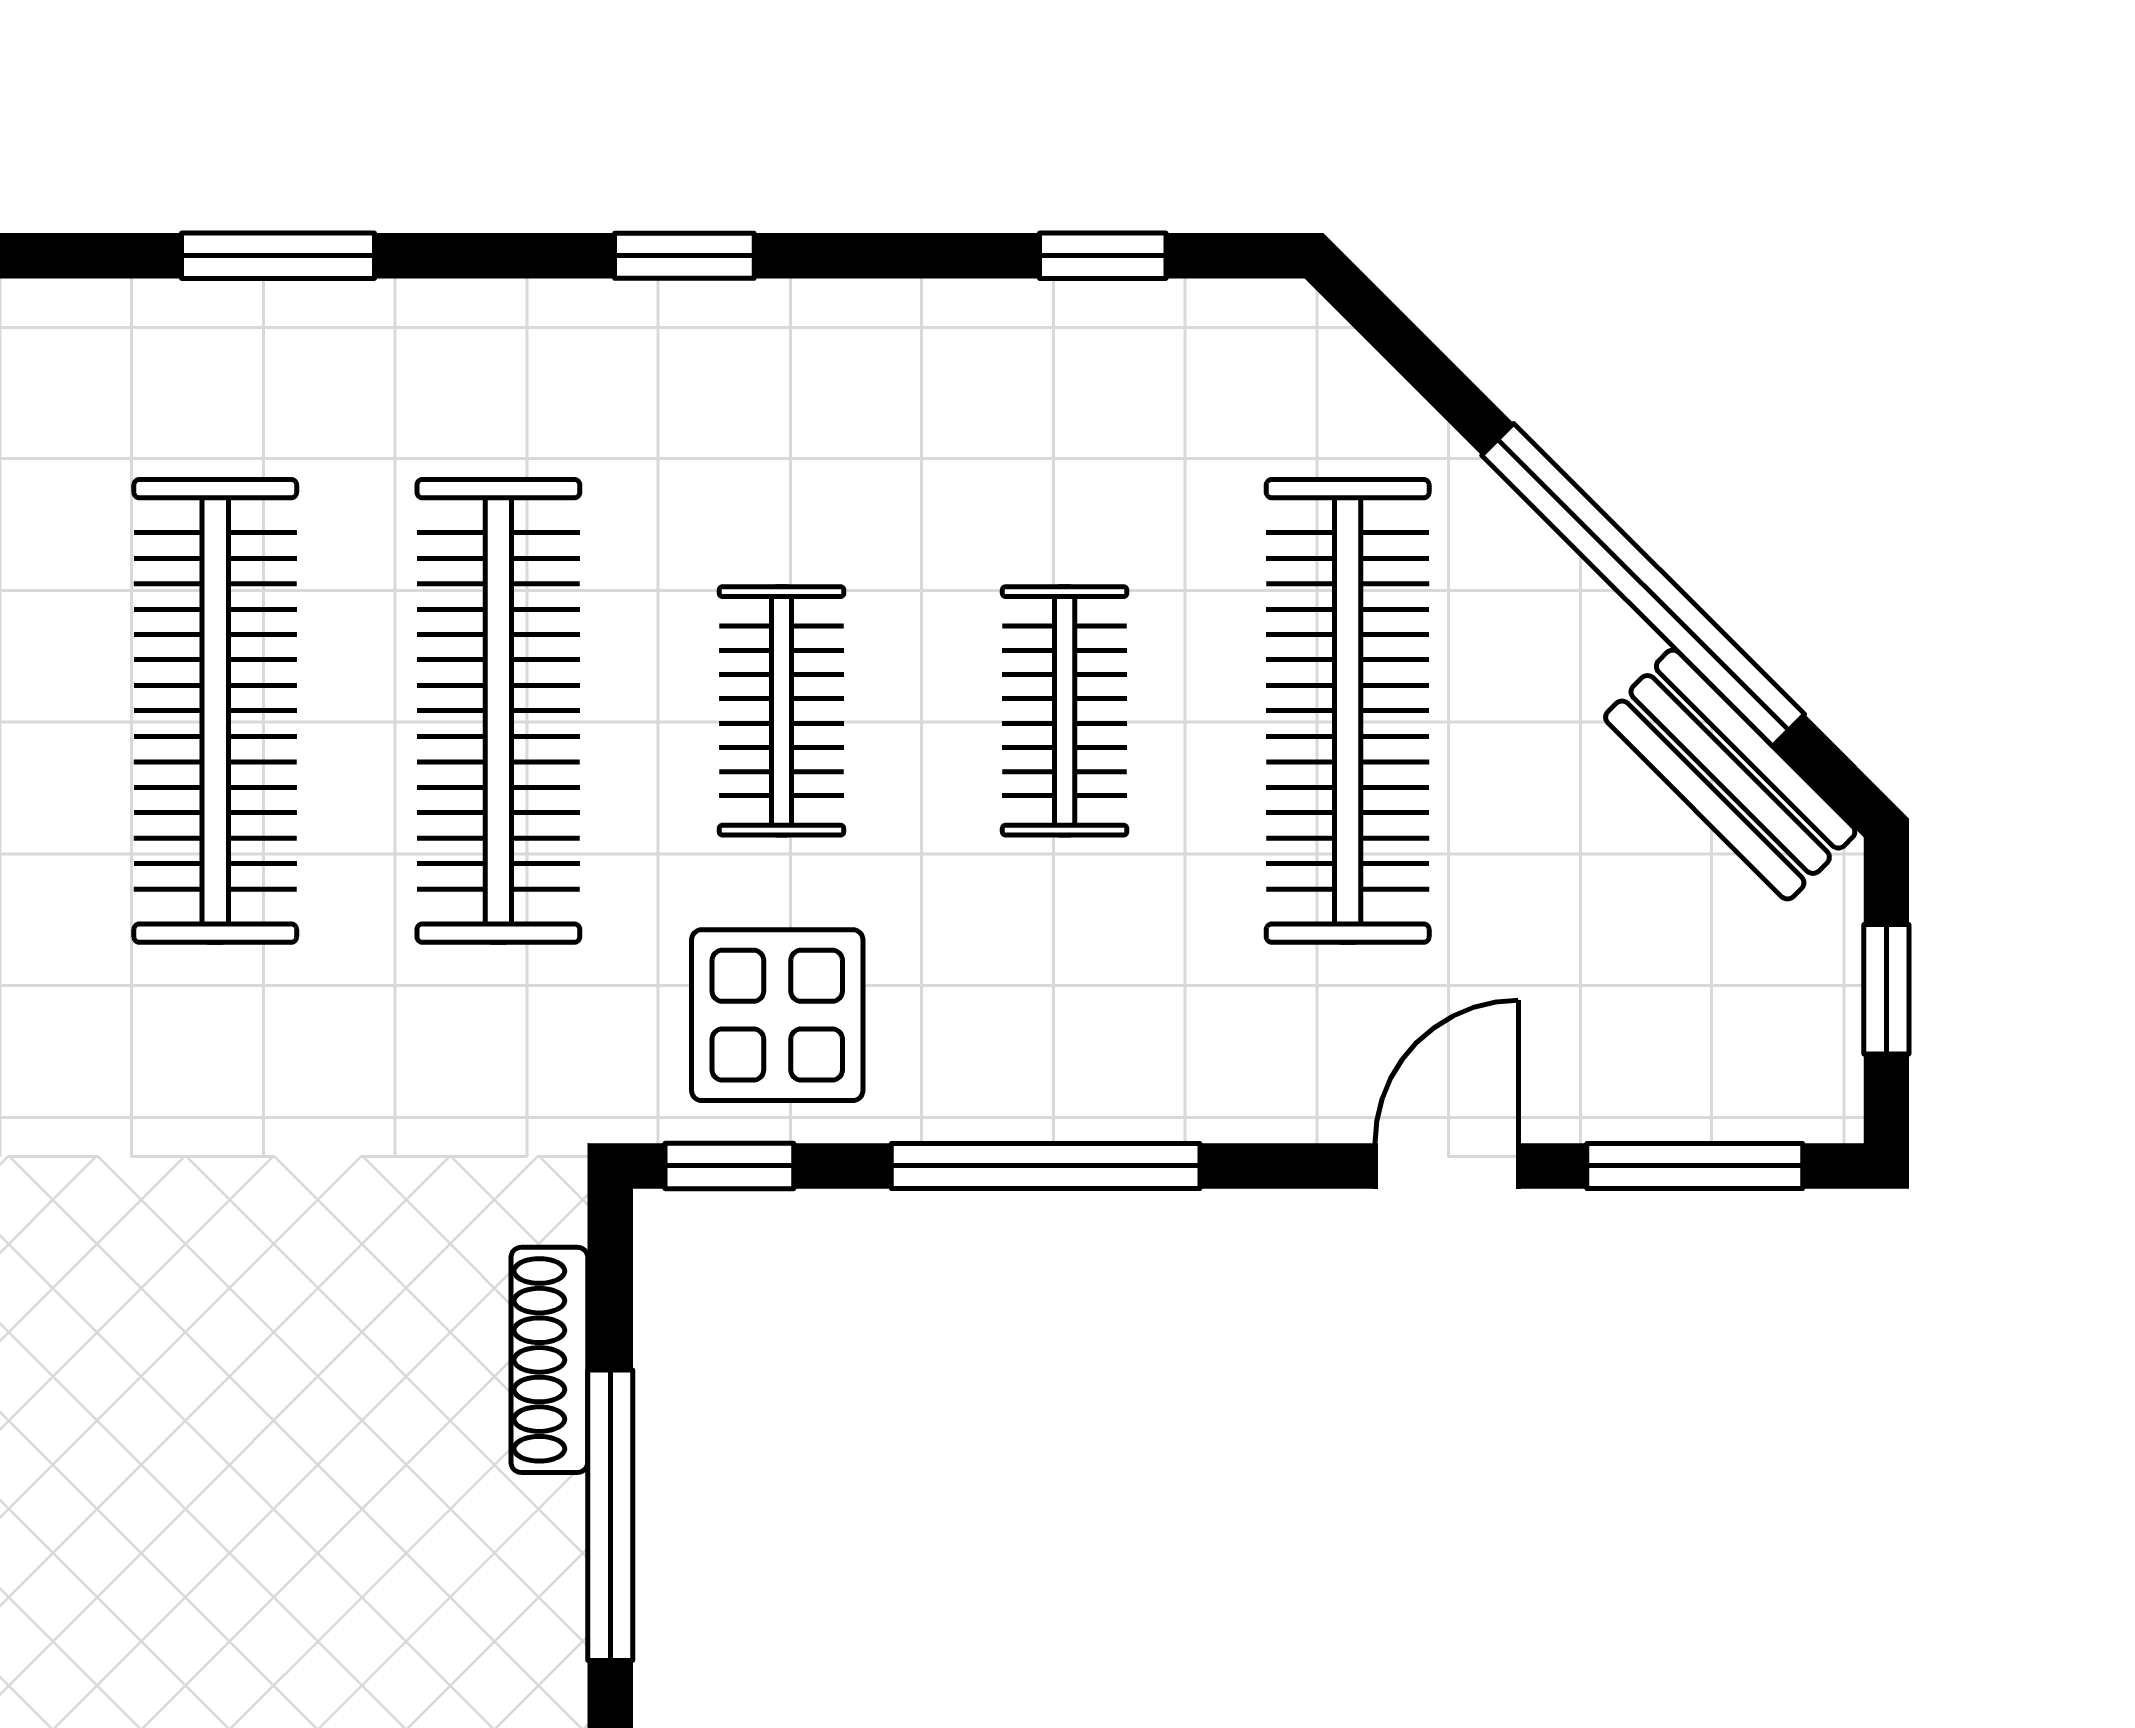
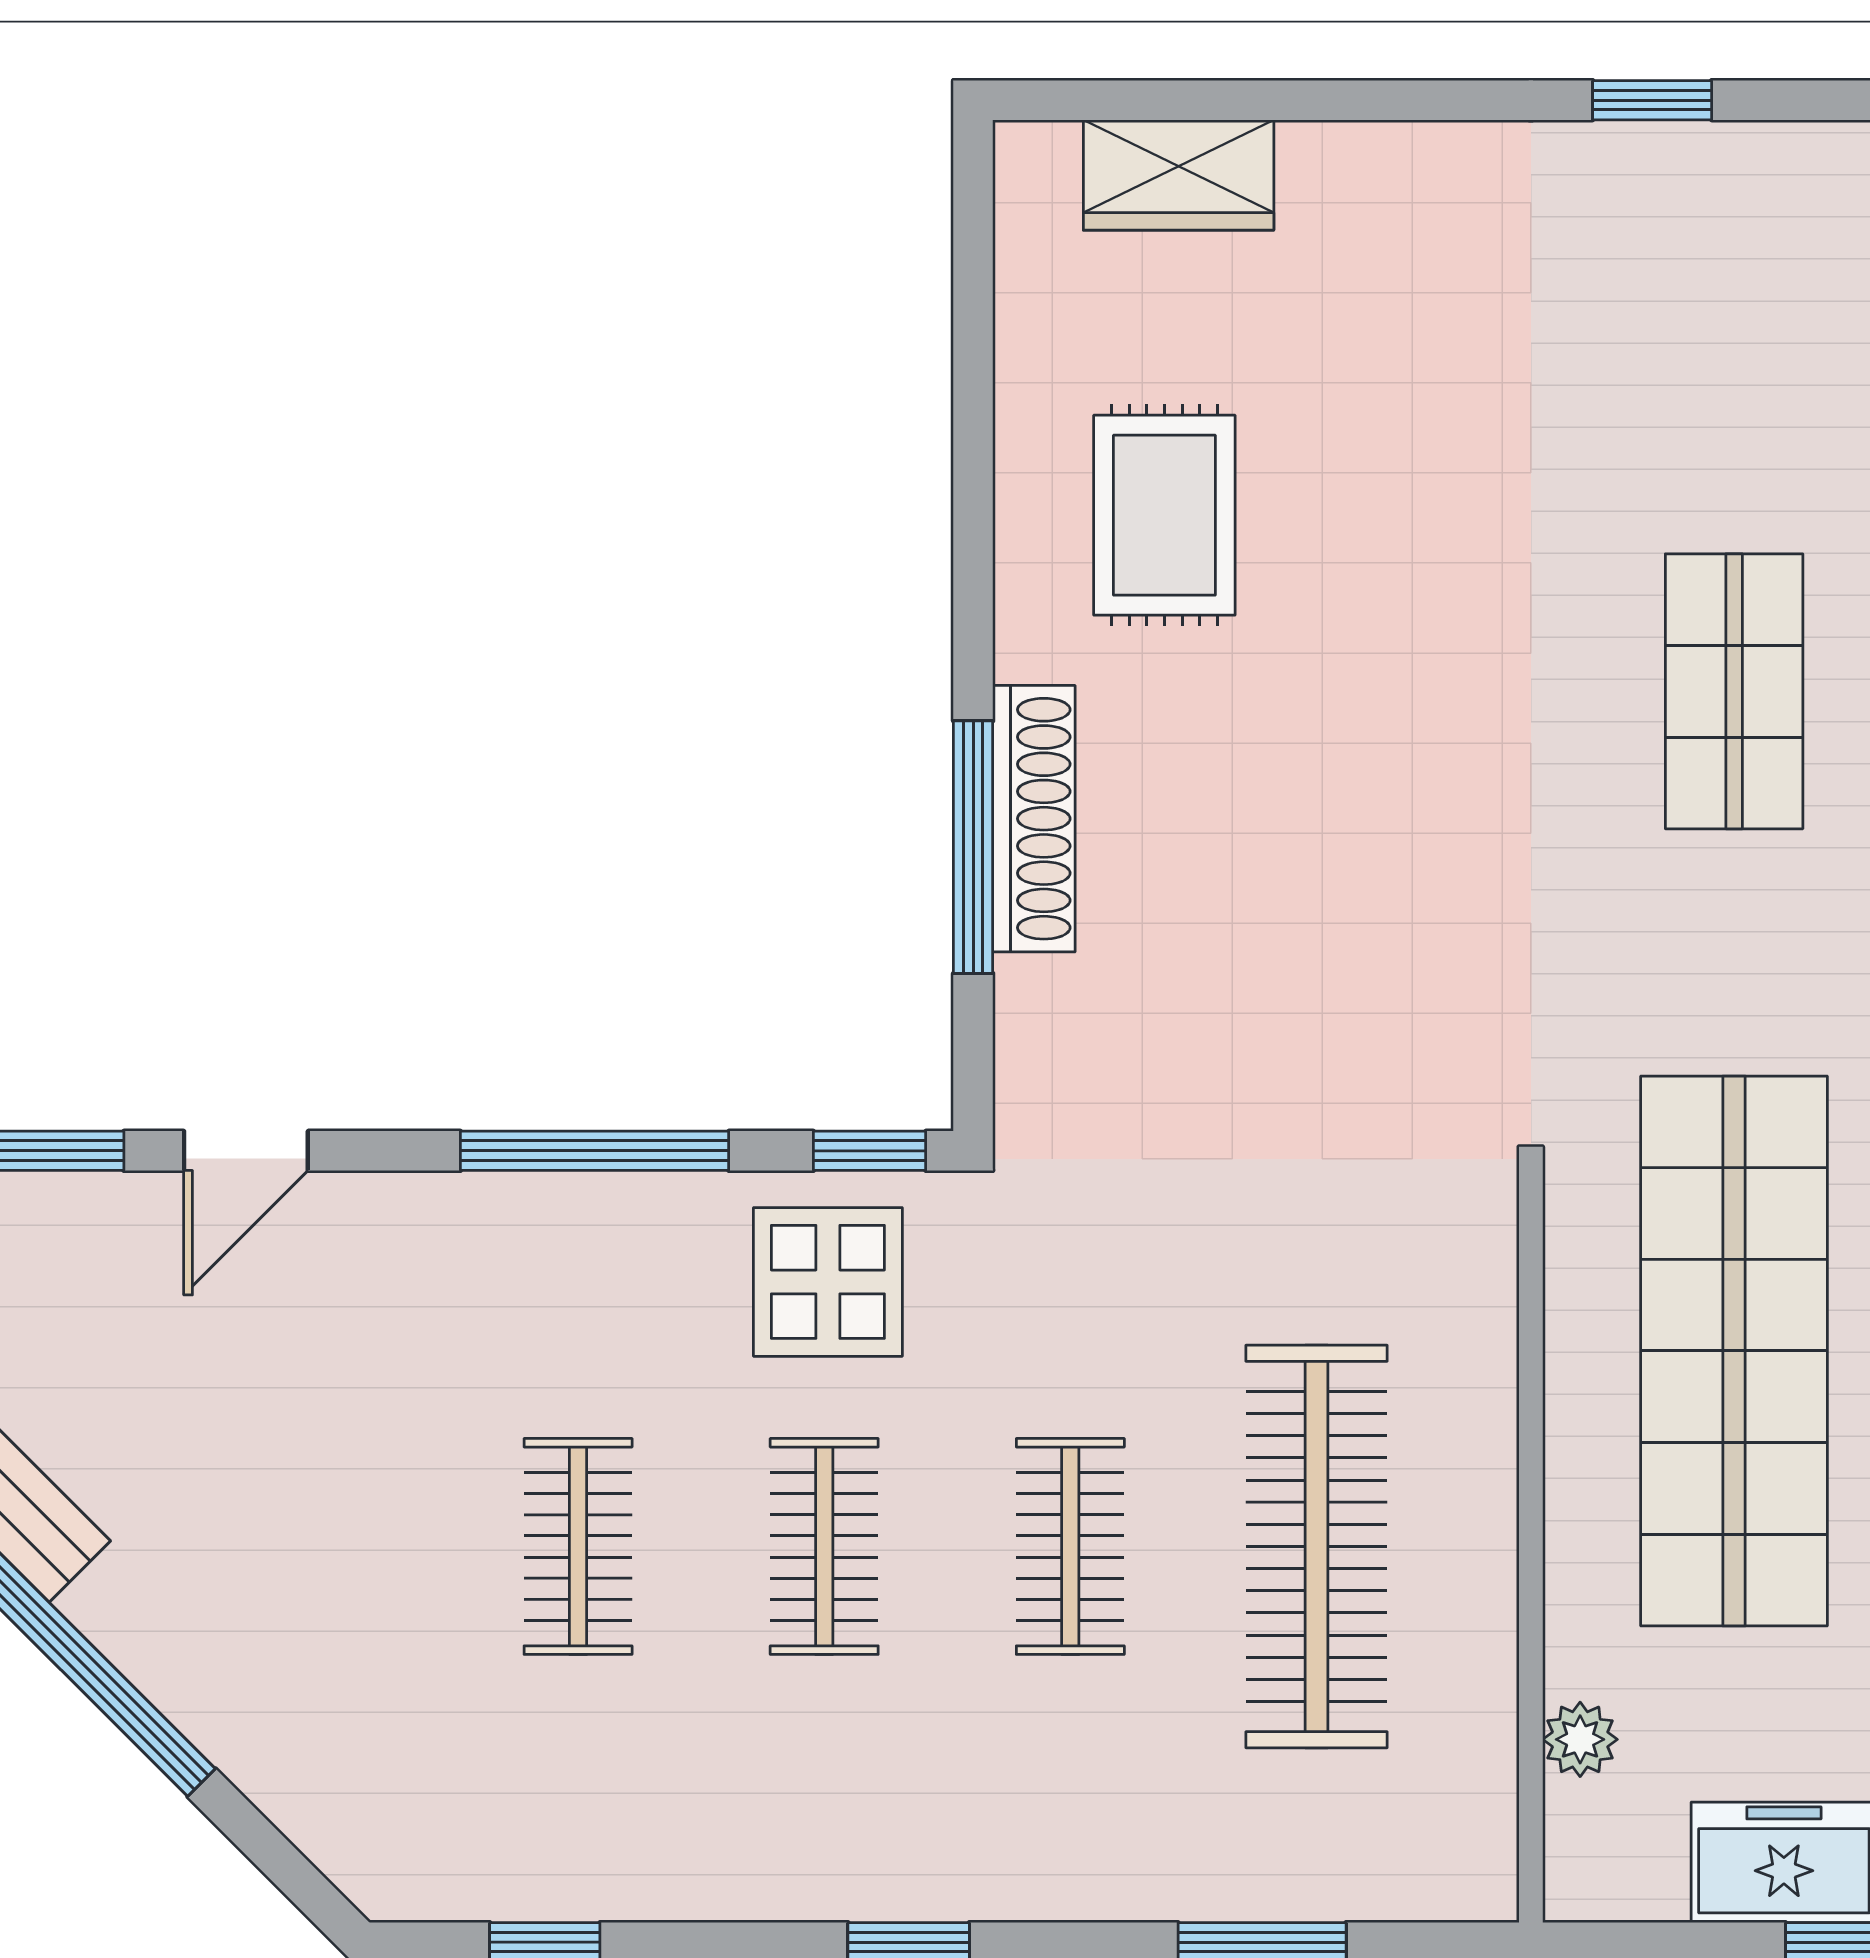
clothes rail: (498, 711) -> (1070, 1546), width x0.54, depth x0.76
clothes rail: (1348, 711) -> (332, 1546), removed
shoe rack: (549, 1360) -> (1034, 819), moved, width x1.36, depth x1.24

